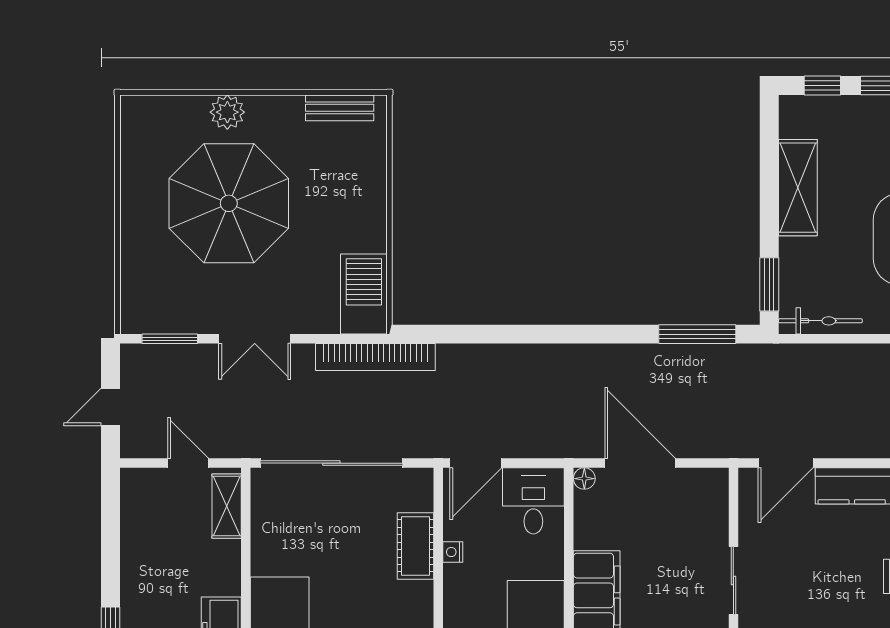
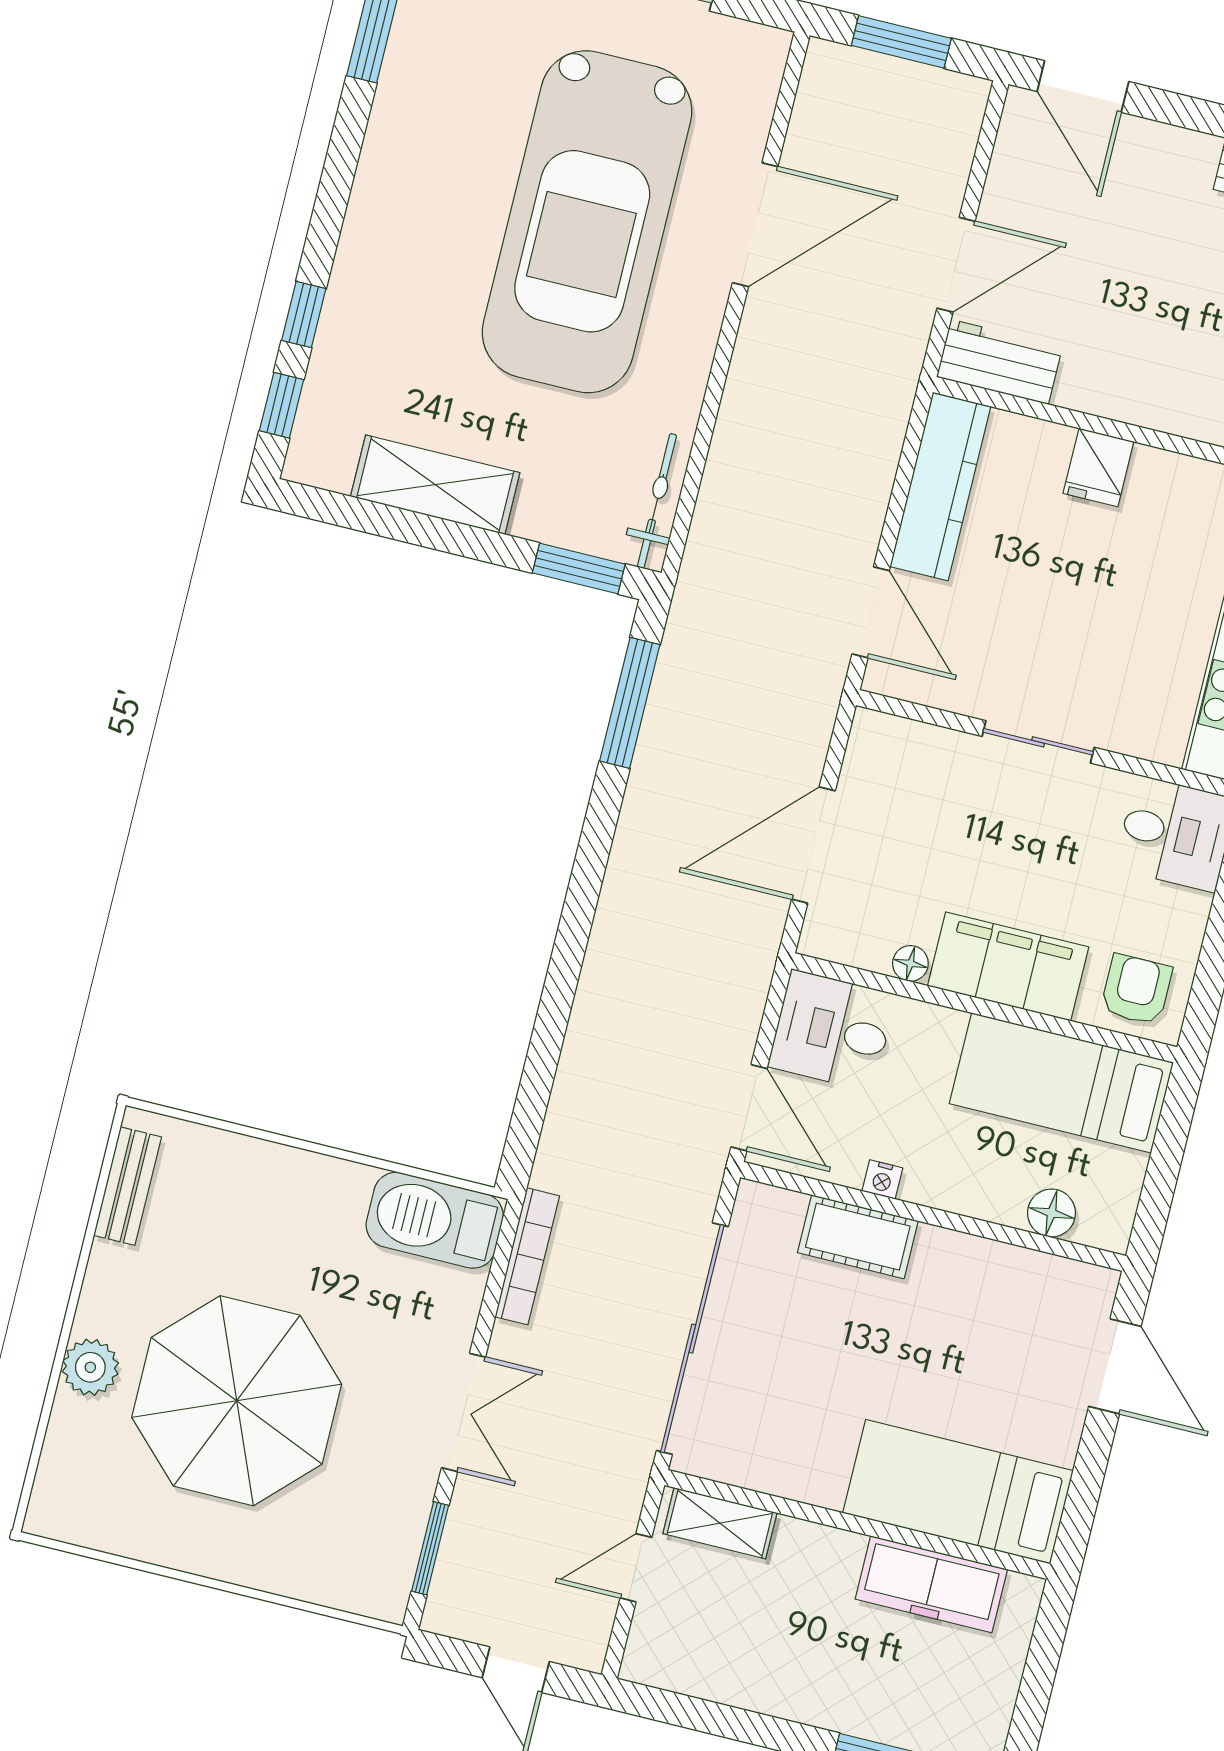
bookcase: (375, 357) -> (527, 1256), width x0.68, depth x0.76
floor lamp: (584, 479) -> (910, 963), moved

